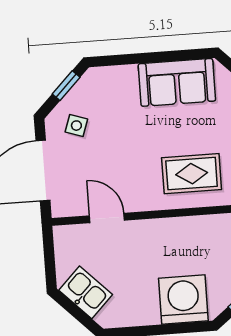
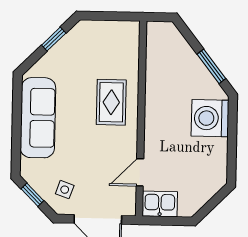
sofa: (177, 82) -> (38, 118), width x1.36
kitchen sink: (86, 292) -> (160, 204), moved, turned 45

